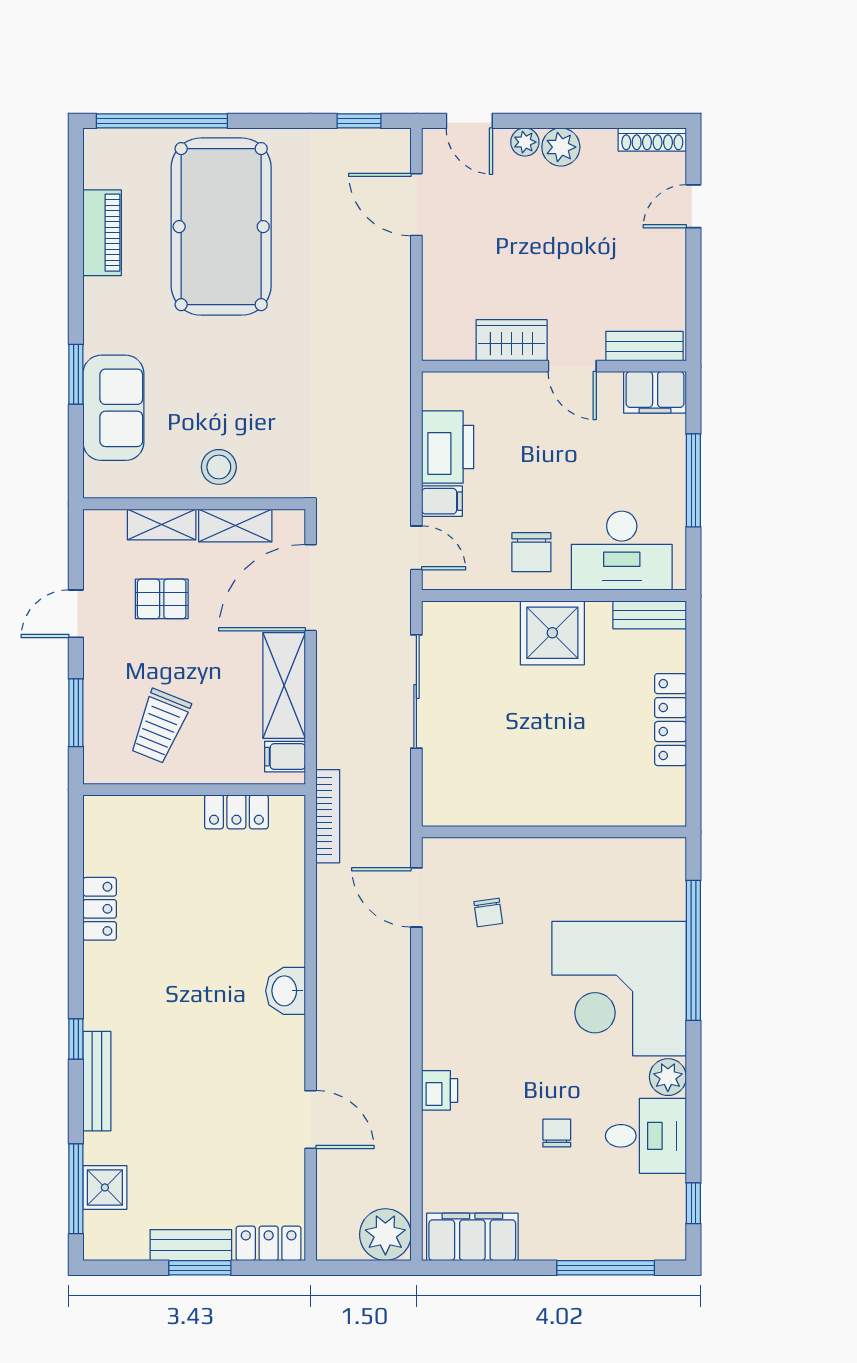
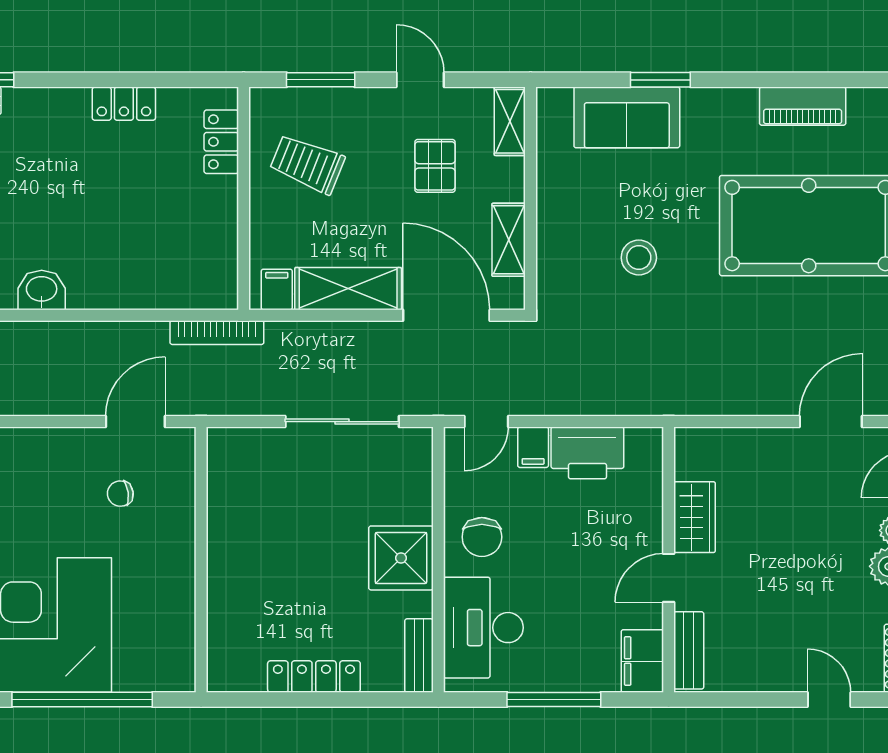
stool: (219, 467) -> (639, 258), moved
shelving: (162, 524) -> (510, 121), moved
chair: (531, 552) -> (482, 537), turned -90
locker: (236, 812) -> (221, 142), moved

